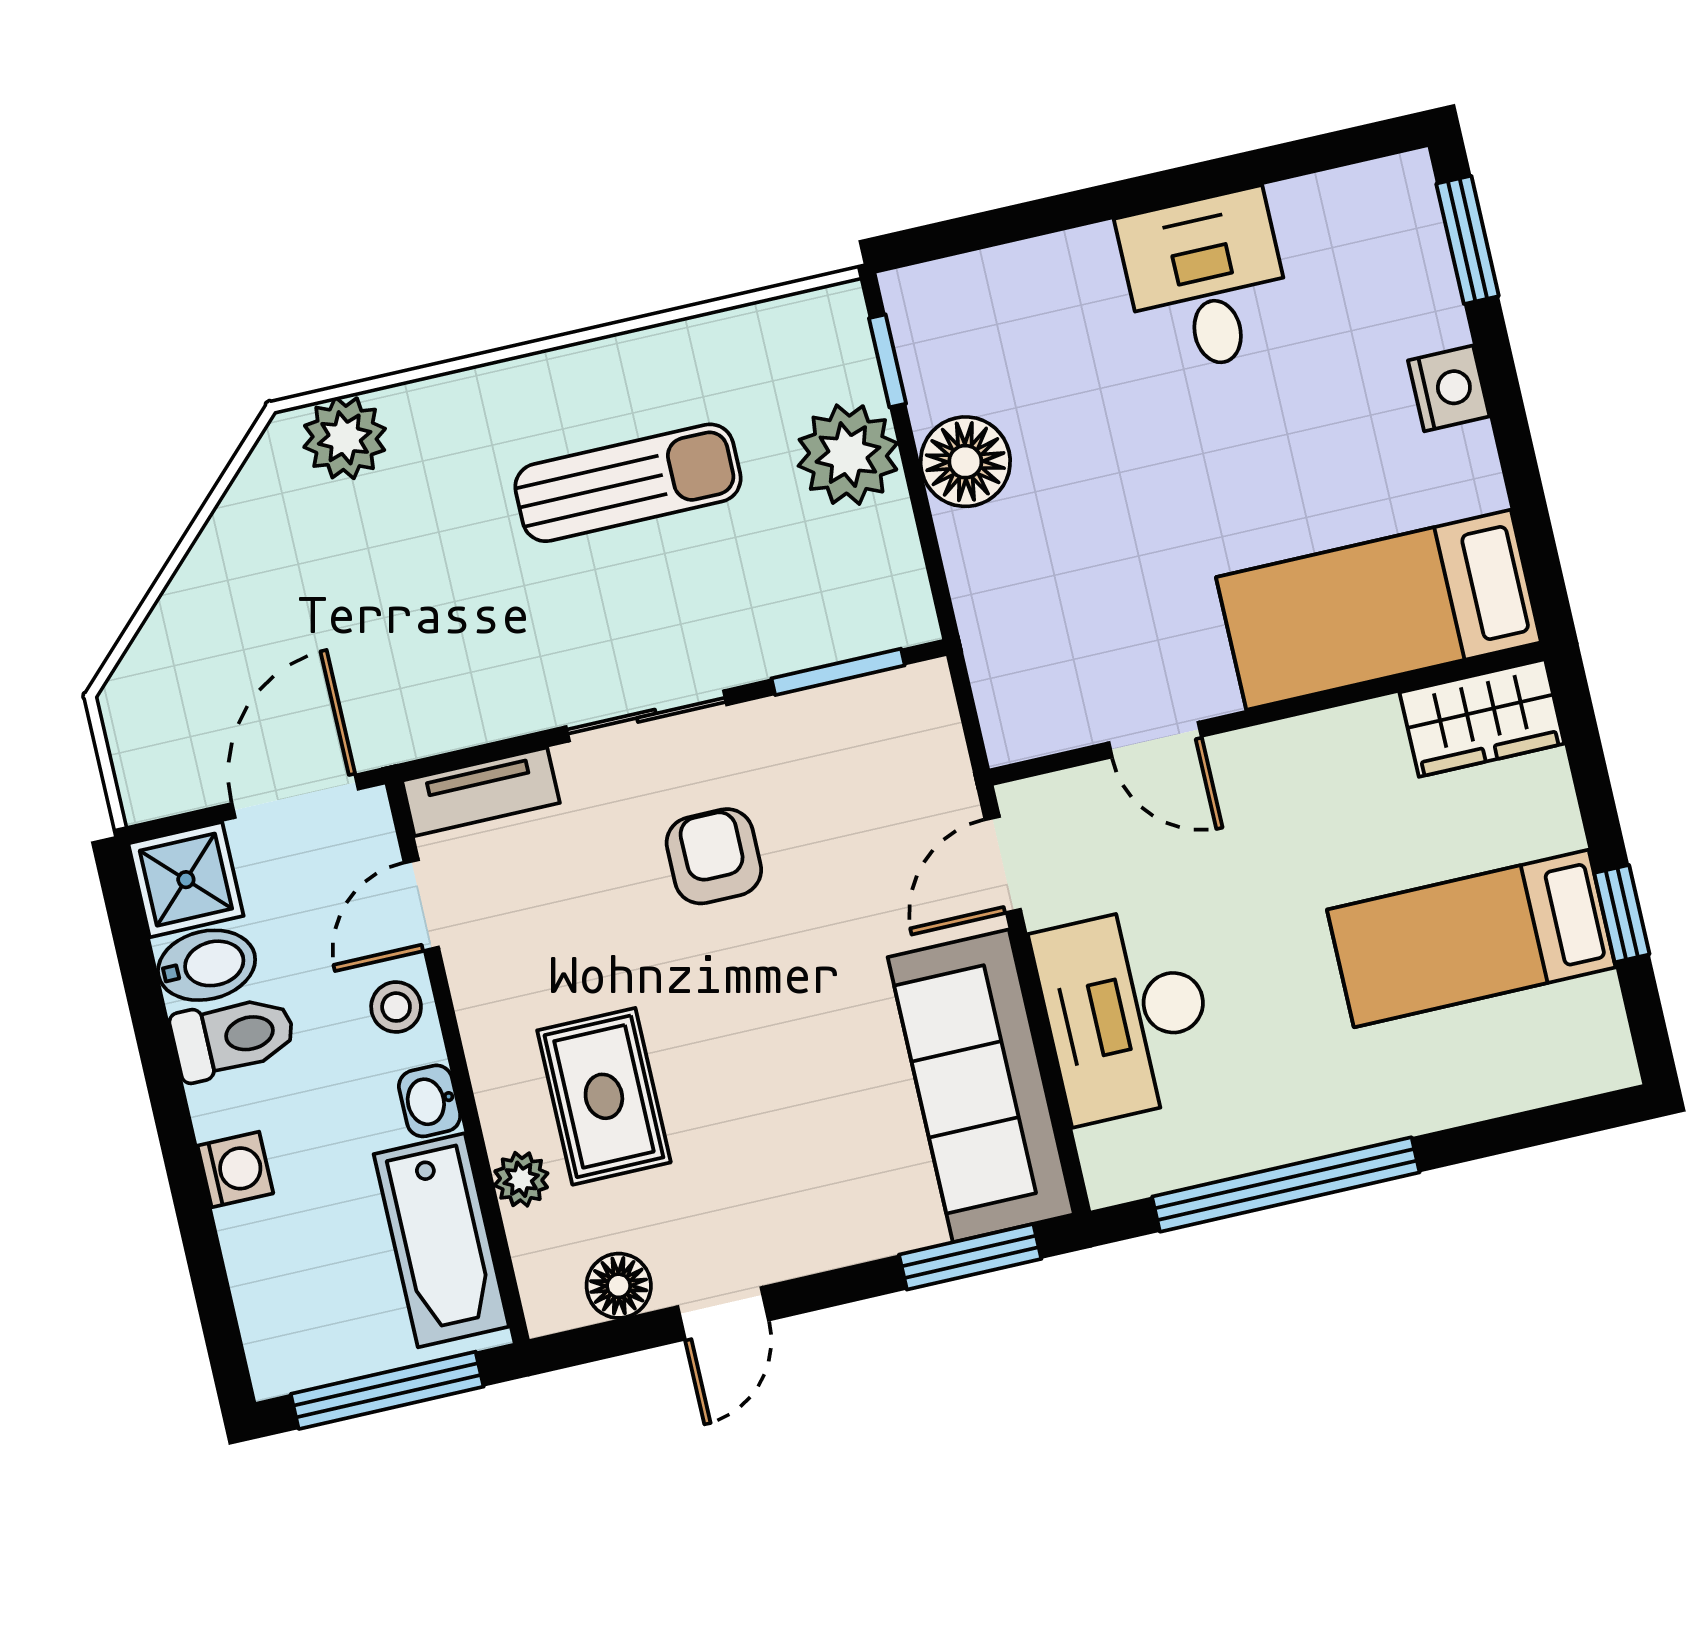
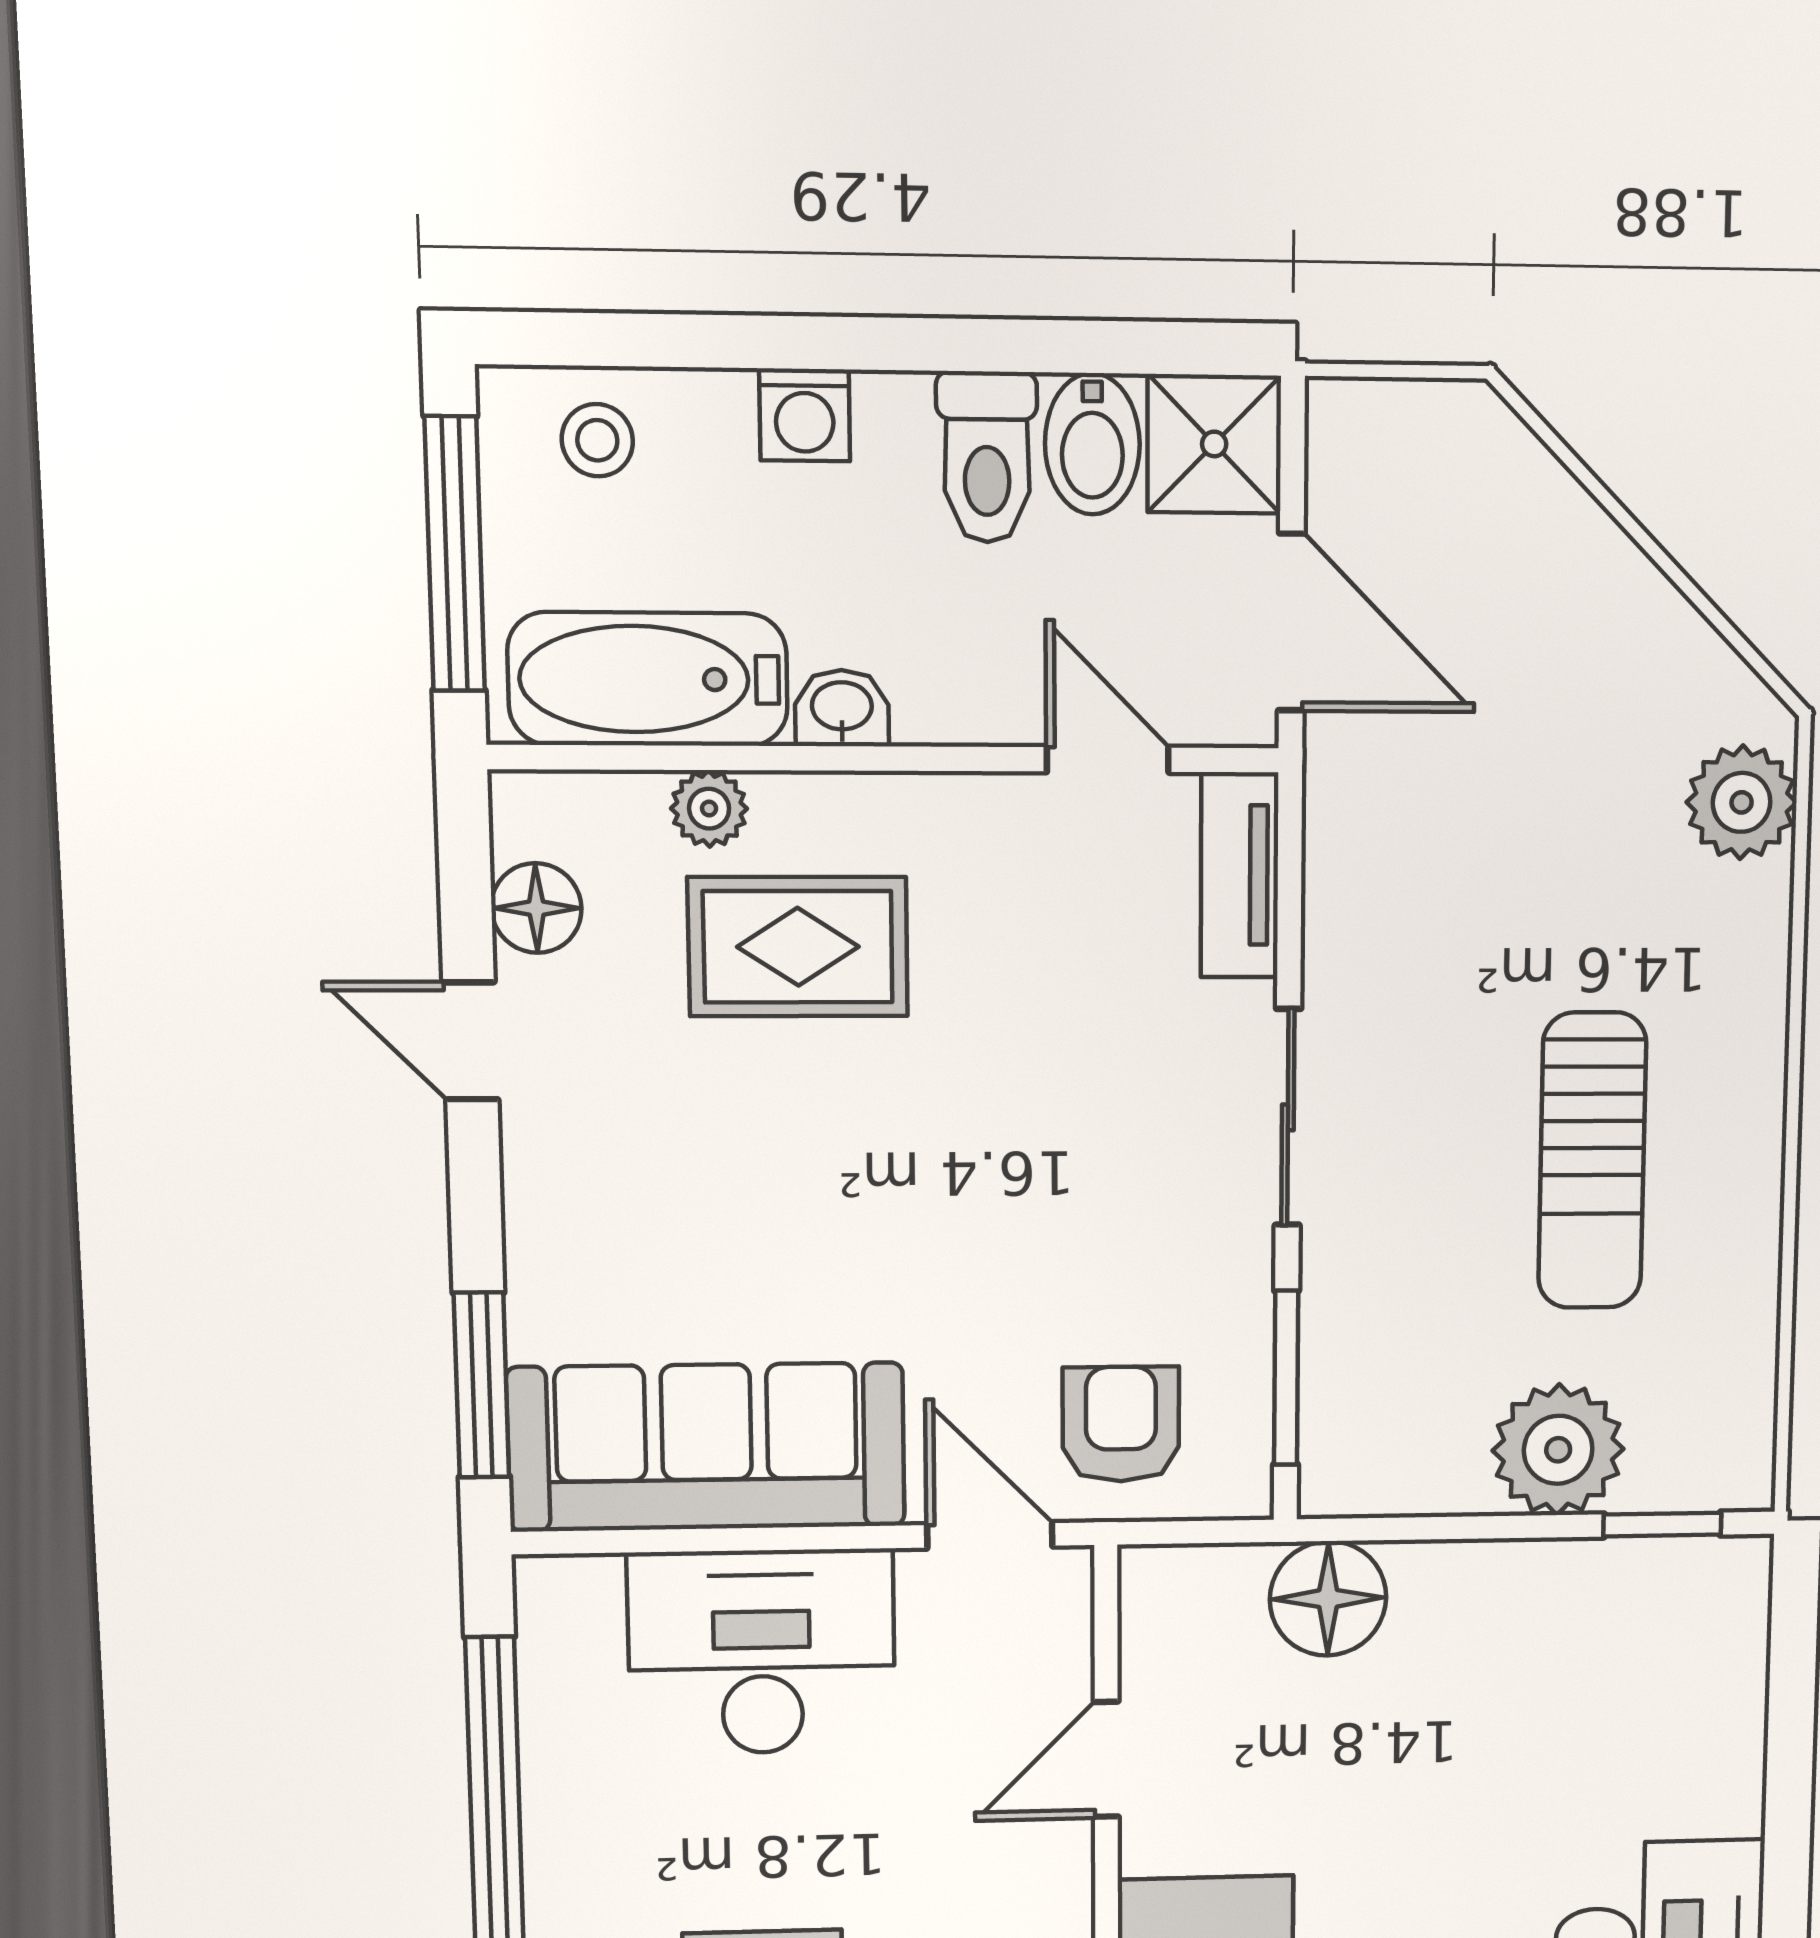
floor lamp: (965, 462) -> (1328, 1598), moved
armchair: (714, 856) -> (1121, 1424), moved, turned -90
stool: (396, 1007) -> (597, 440), moved

